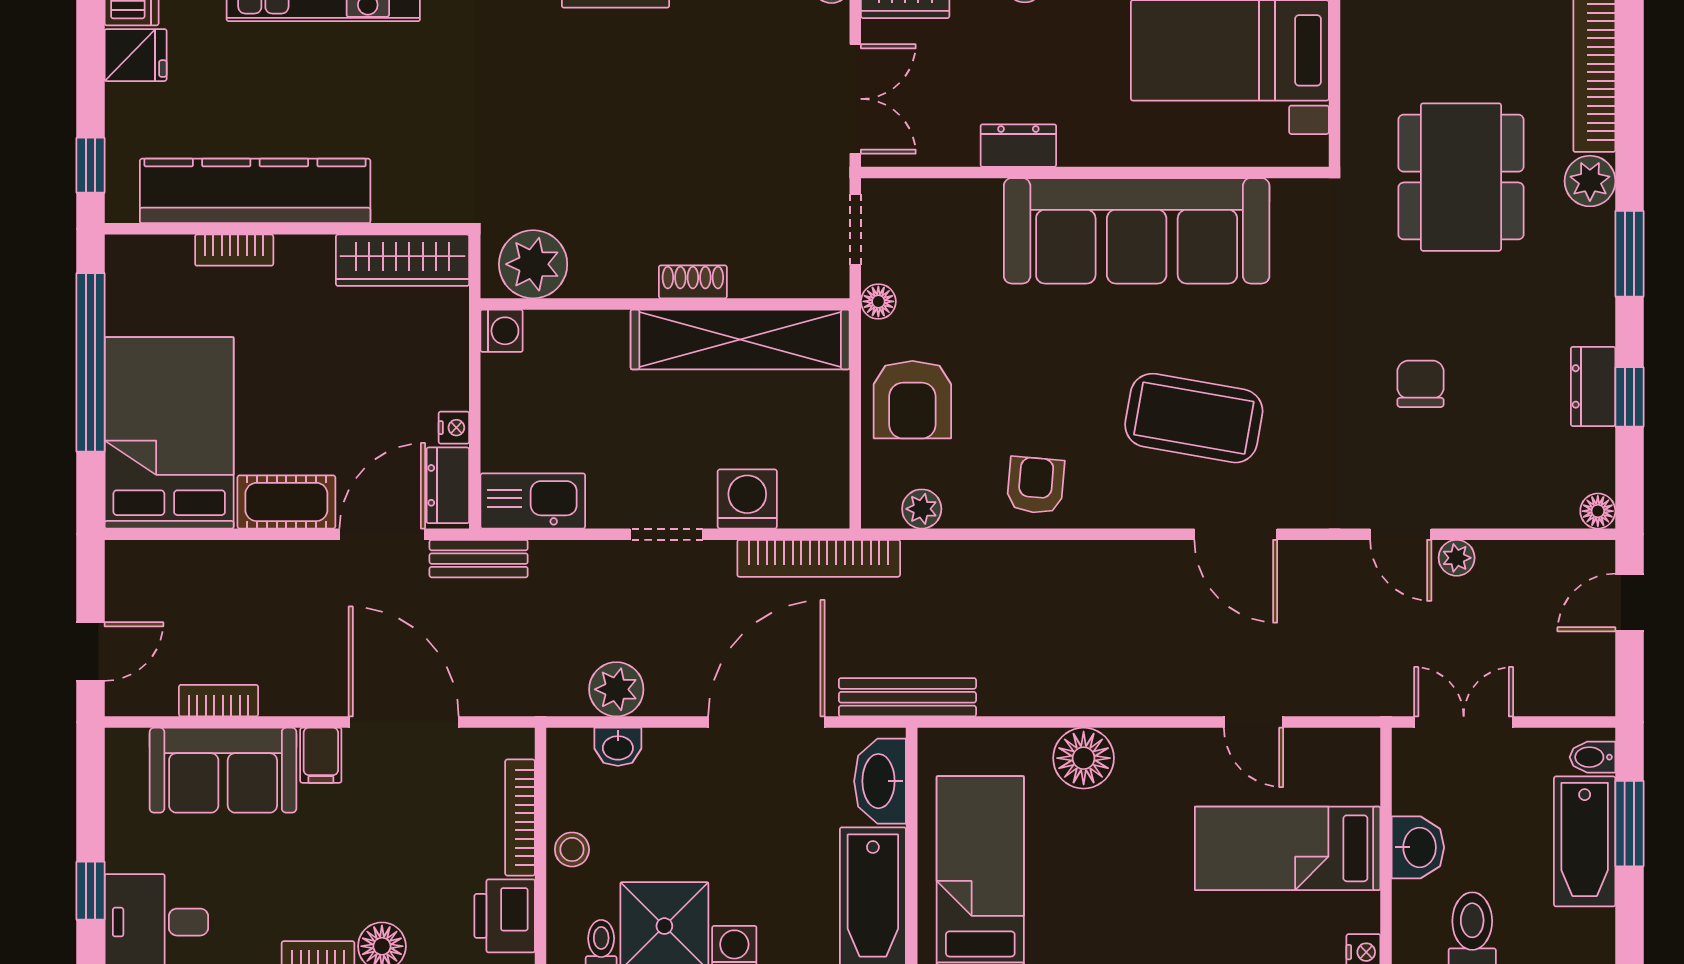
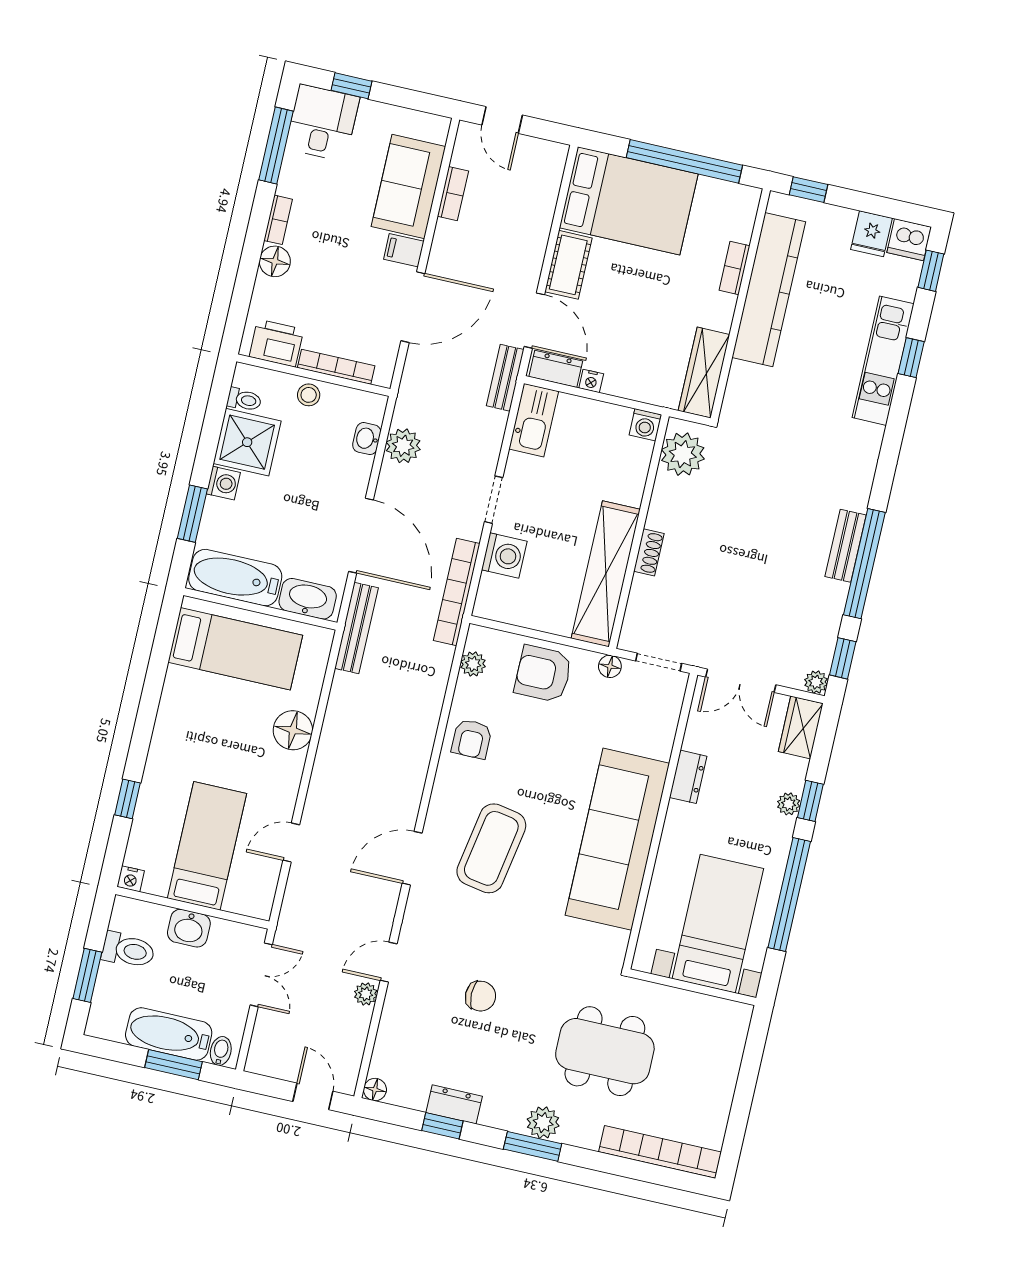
plant: (1590, 181) -> (543, 1123), moved
armchair: (1036, 485) -> (472, 739), turned 85

